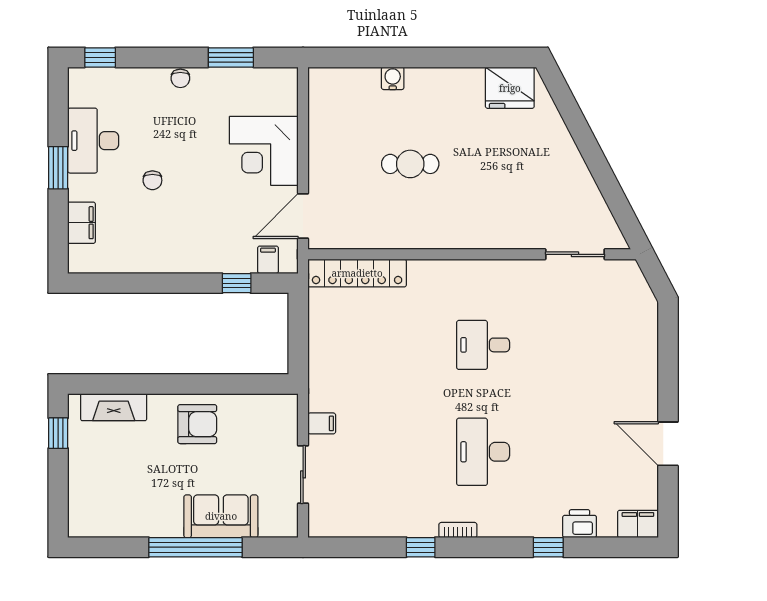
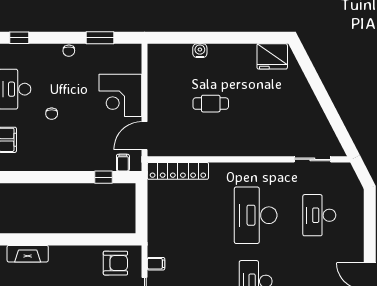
desk: (483, 345) -> (256, 215), width x1.87, depth x1.30
desk: (586, 345) -> (319, 215), added
armchair: (197, 424) -> (115, 263), moved

